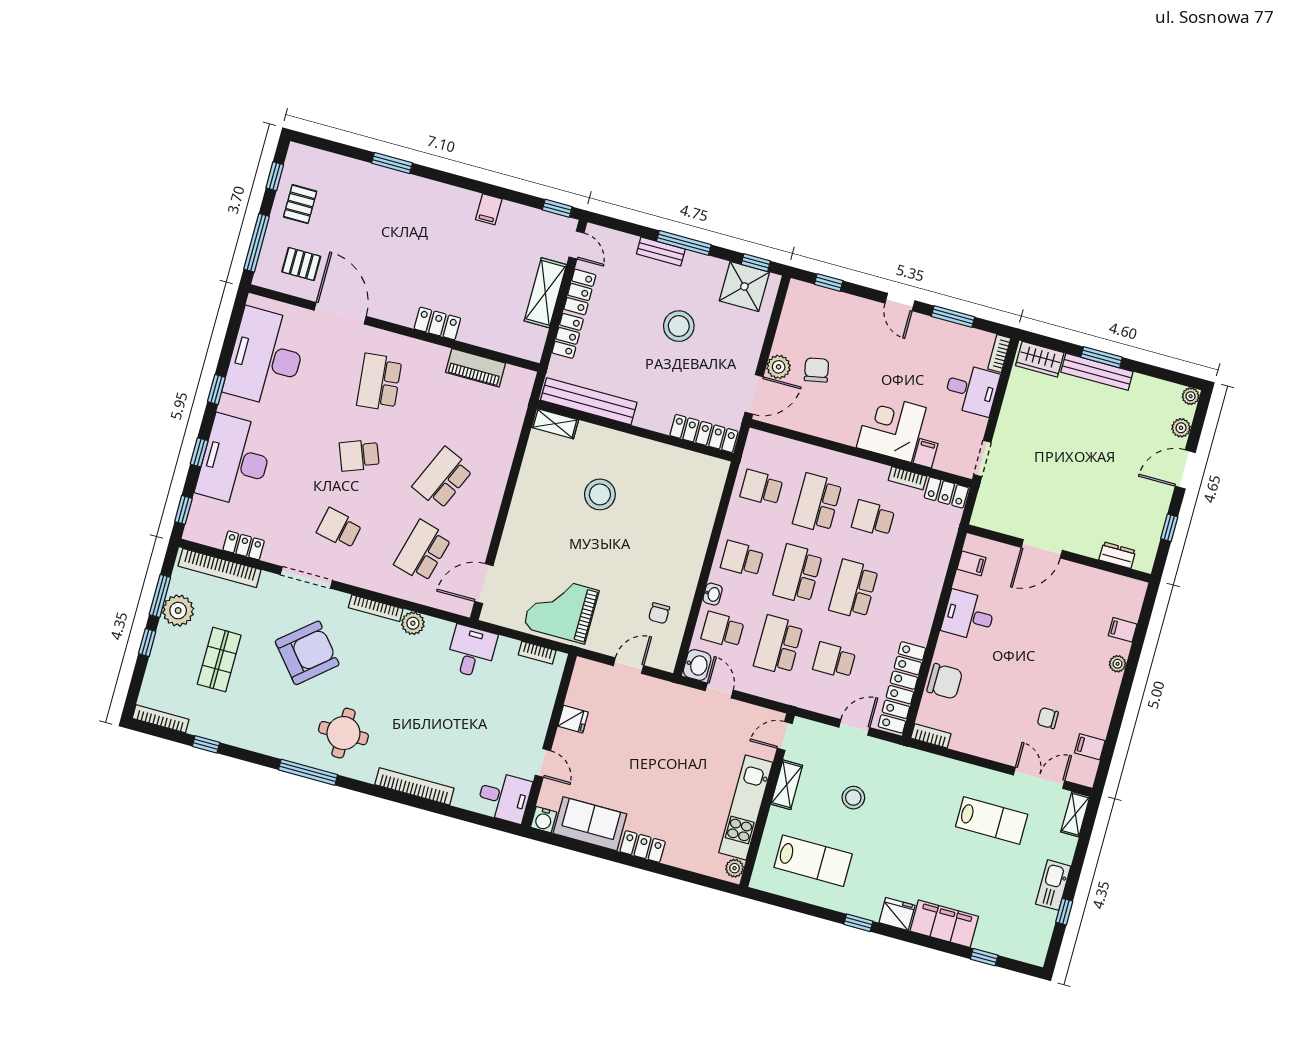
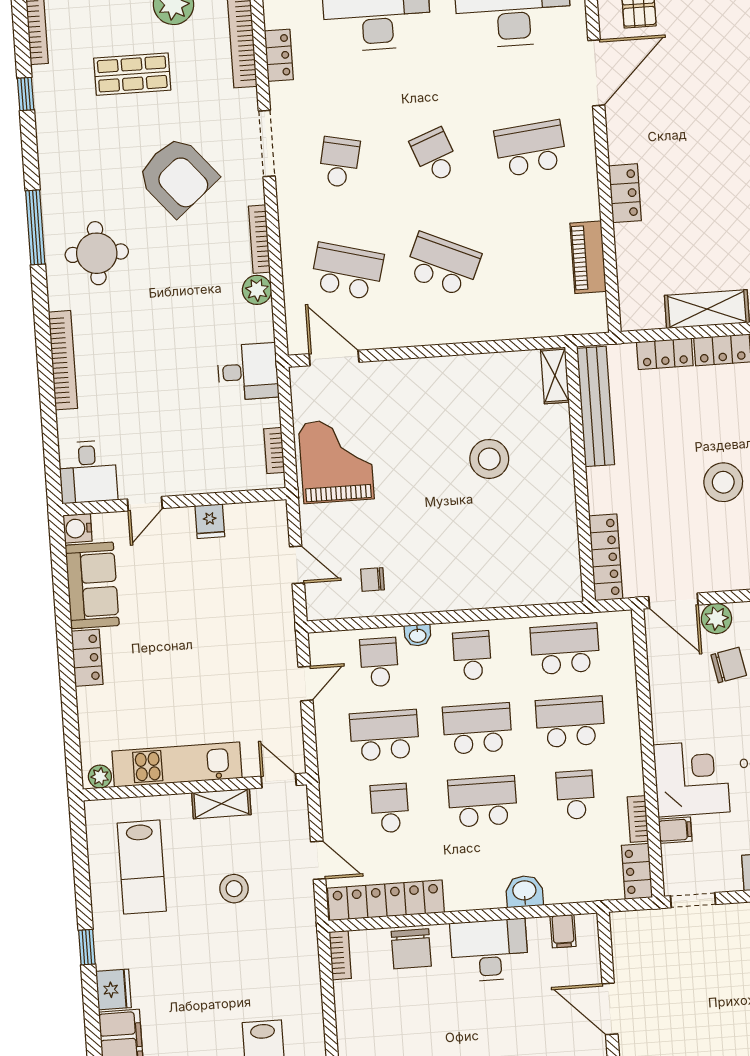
school desk: (761, 488) -> (565, 649), width x1.85
desk: (968, 616) -> (489, 950), width x1.37
washbasin: (697, 665) -> (524, 891), moved, turned 180

